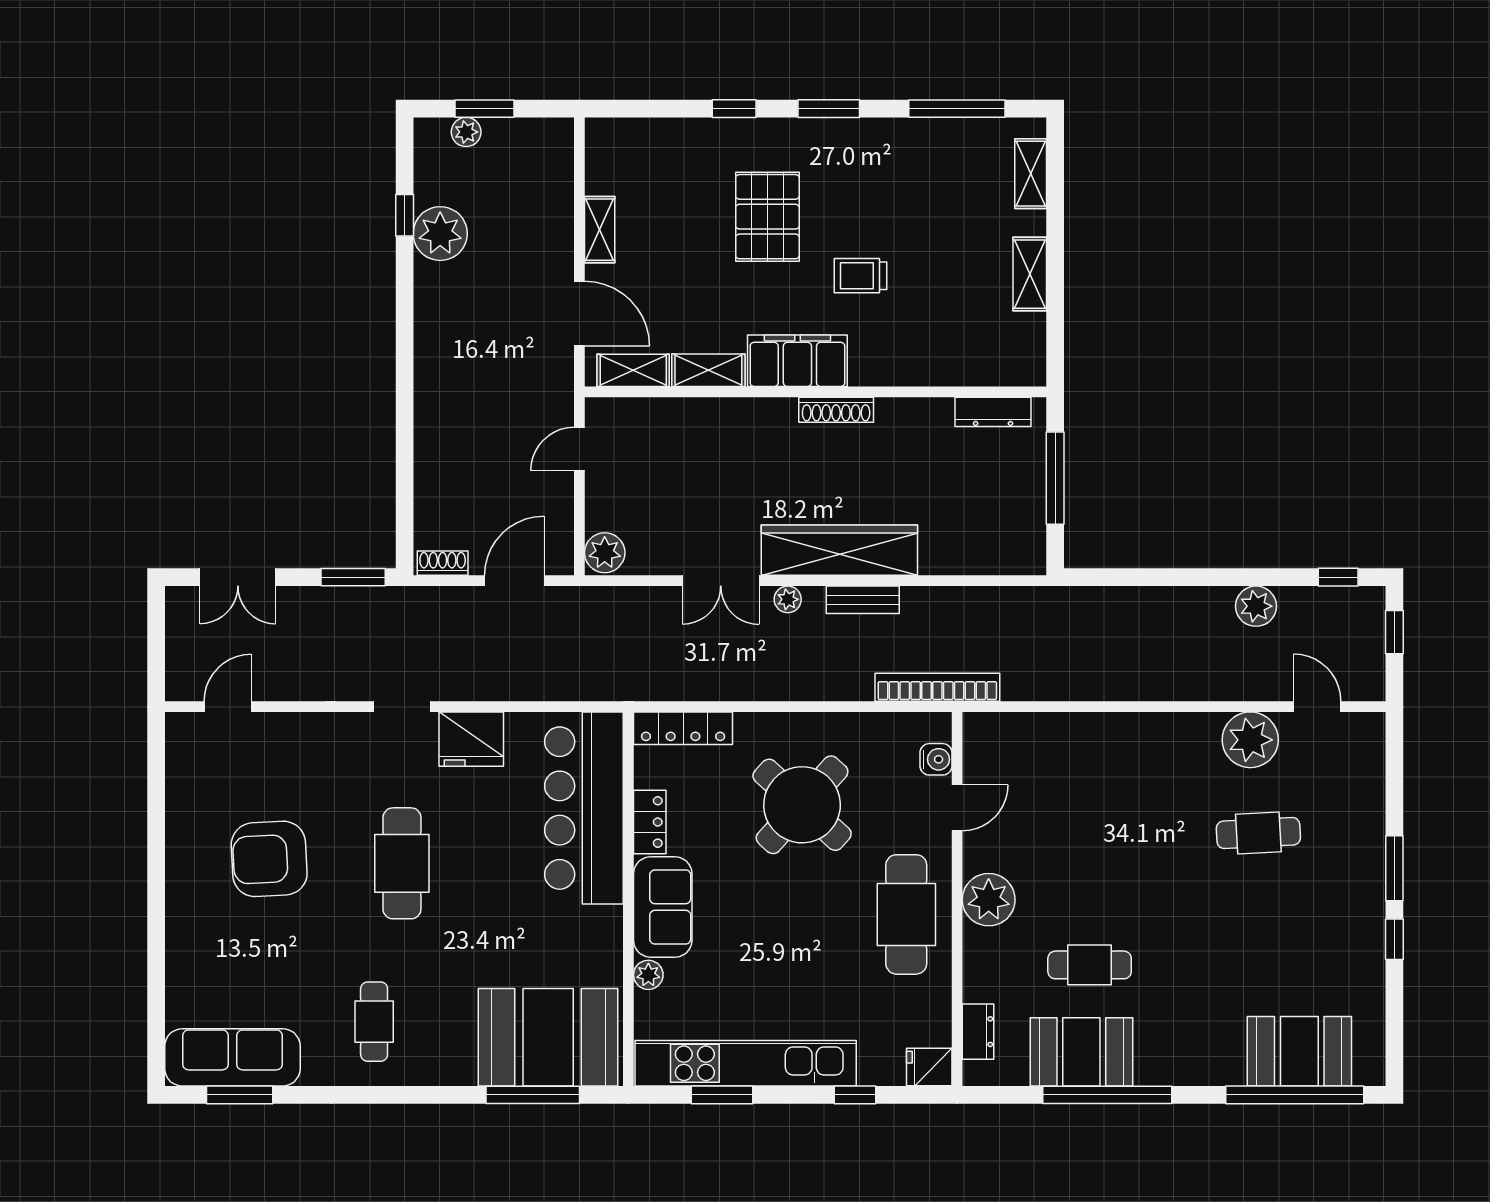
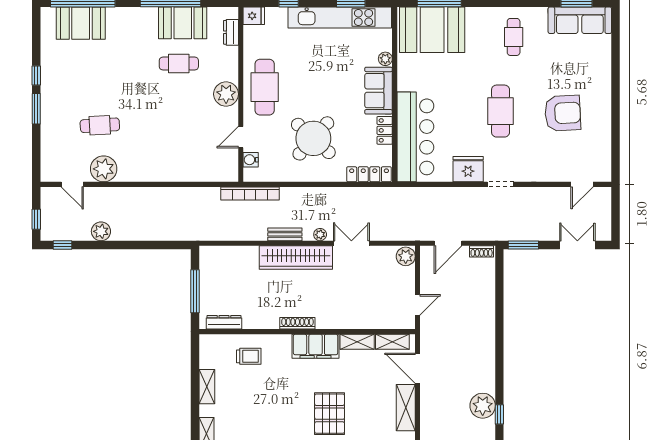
shelving: (600, 230) -> (406, 408), width x1.50, depth x1.33
trolley: (861, 276) -> (249, 356), moved

